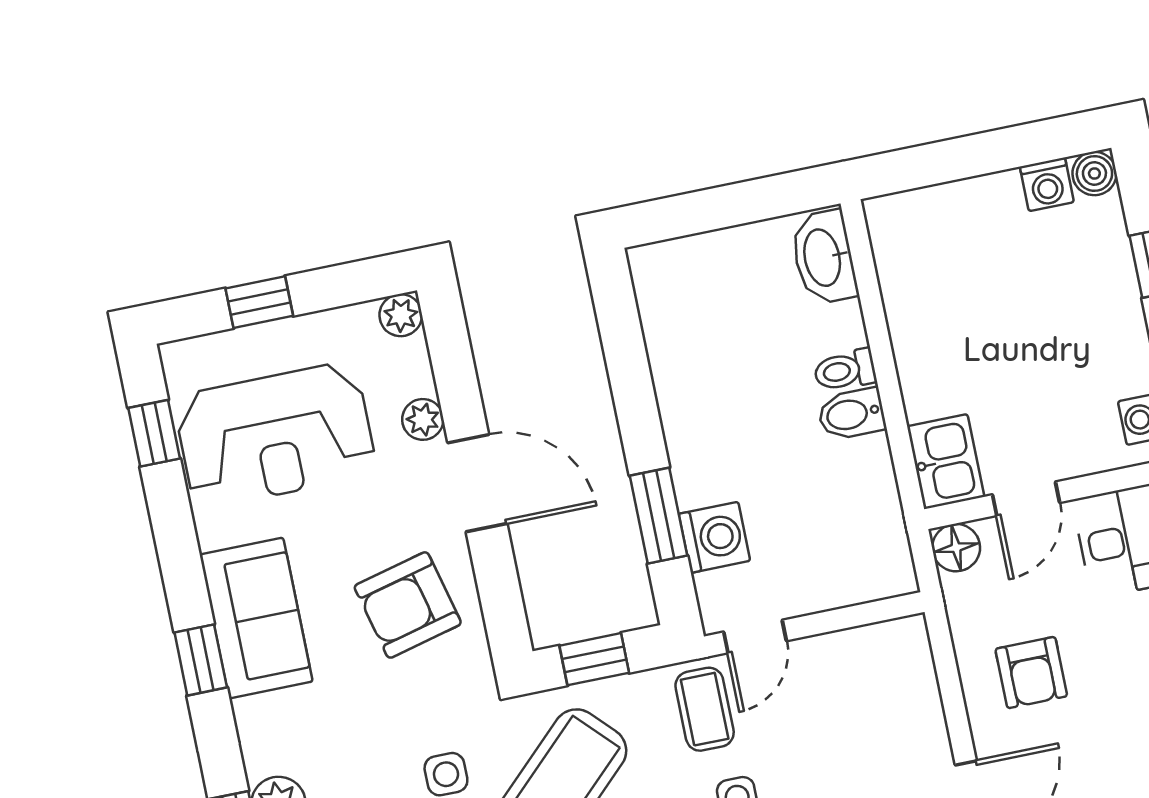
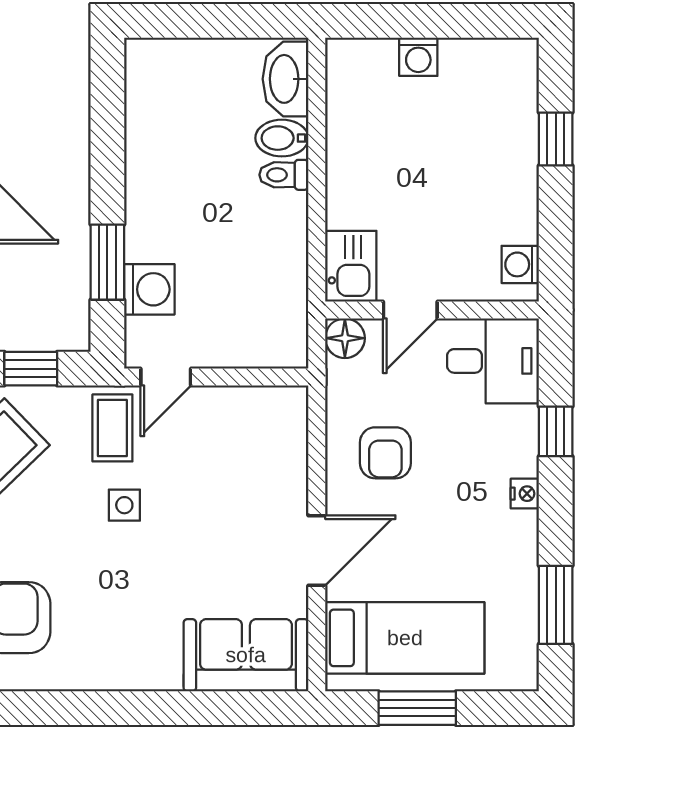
boiler: (1094, 173) -> (521, 56), removed
washing machine: (1047, 184) -> (418, 57), moved
bidet: (851, 414) -> (282, 138), moved

